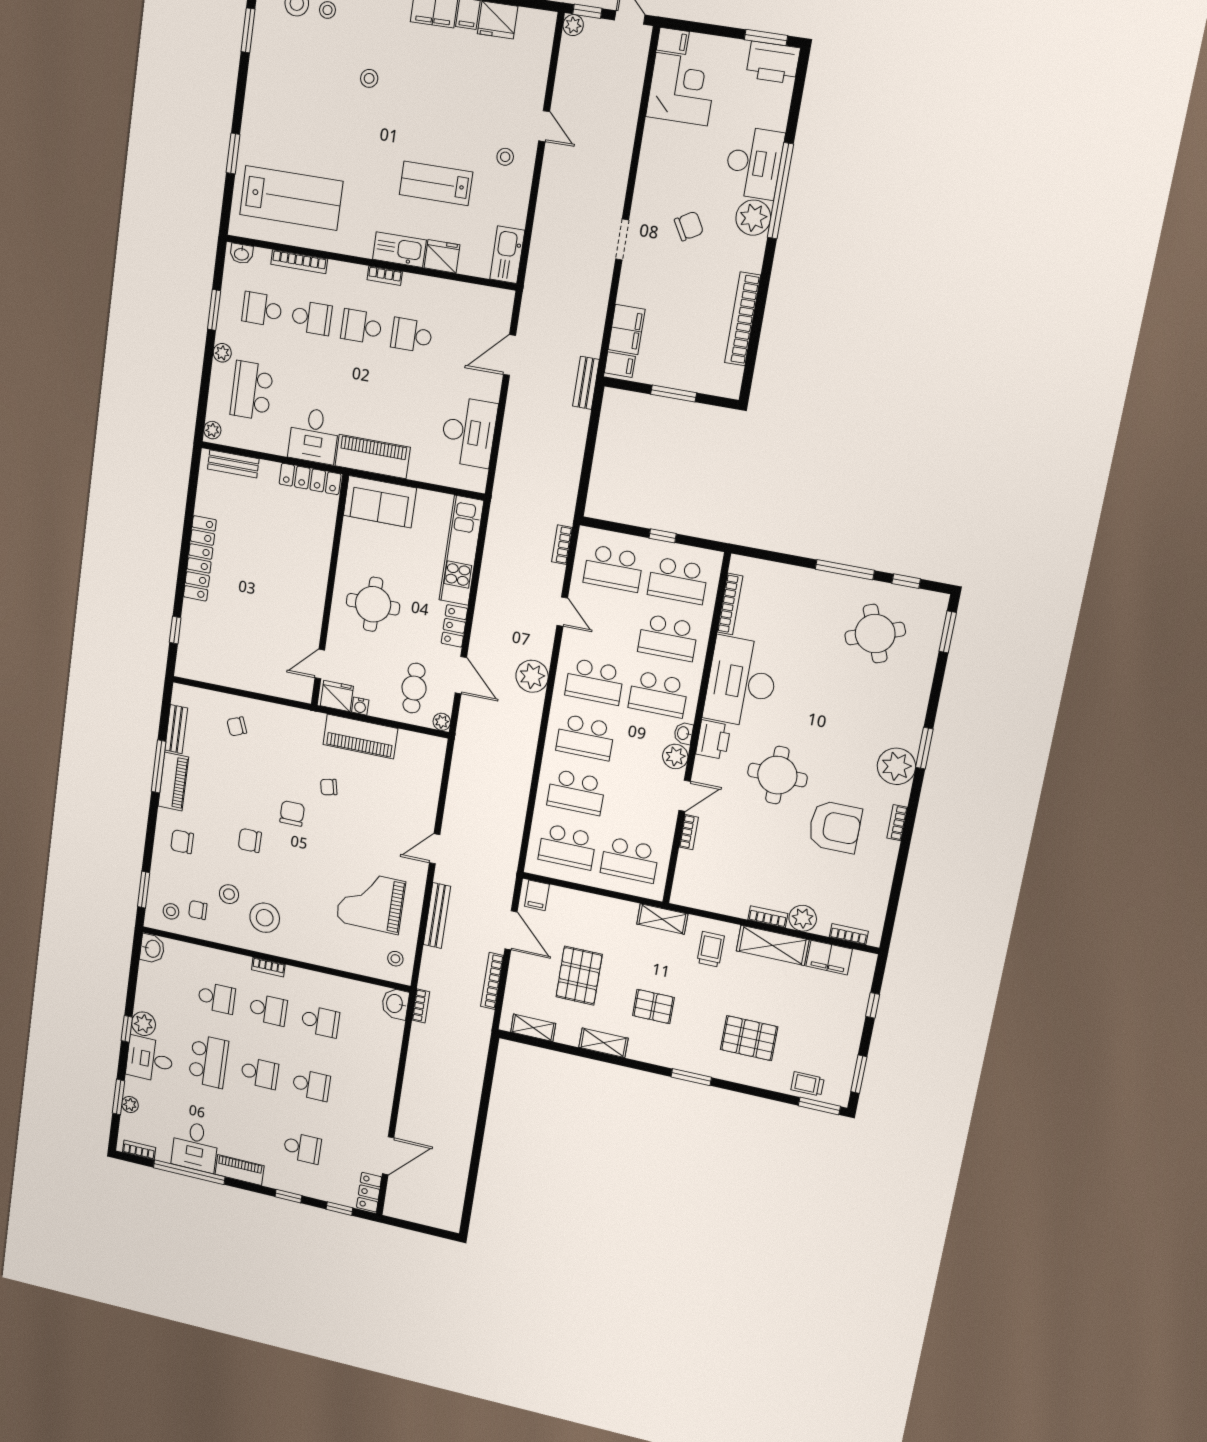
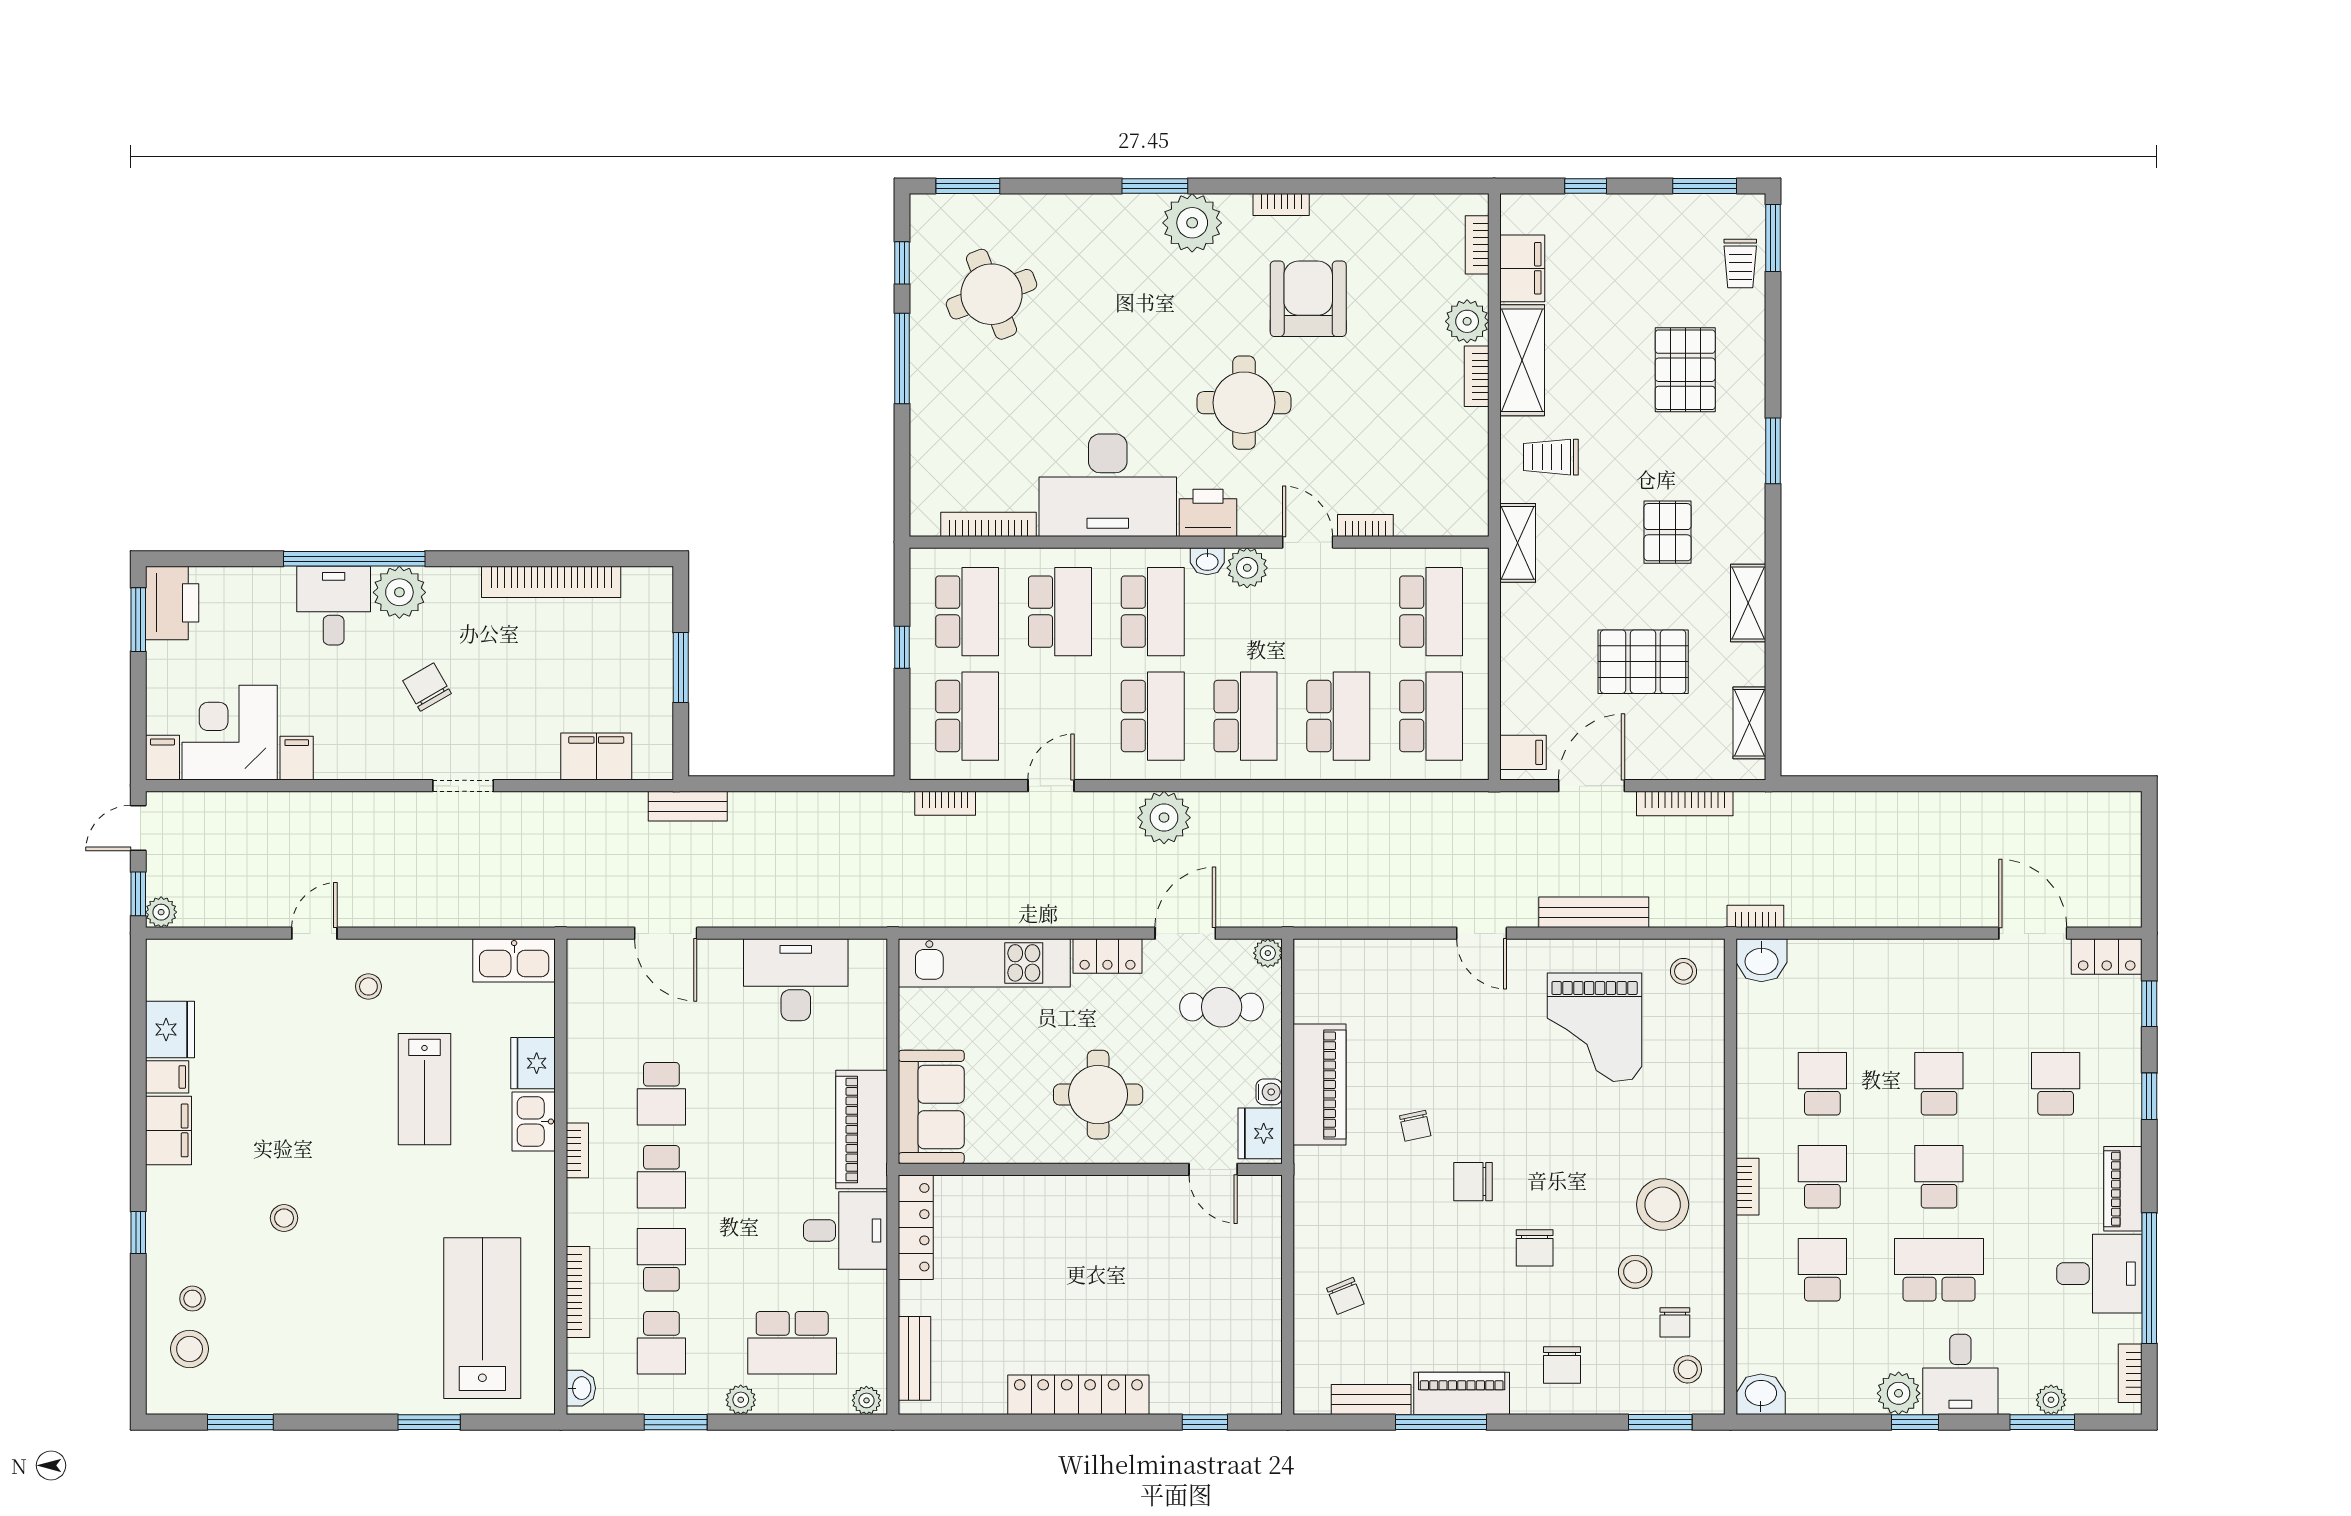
desk: (754, 163) -> (334, 606), width x0.73
kitchen sink: (399, 250) -> (534, 1122), width x0.73
filing cabinet: (620, 365) -> (297, 758), moved

